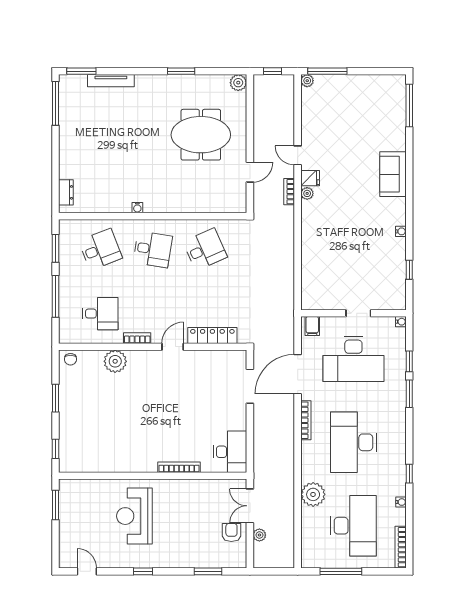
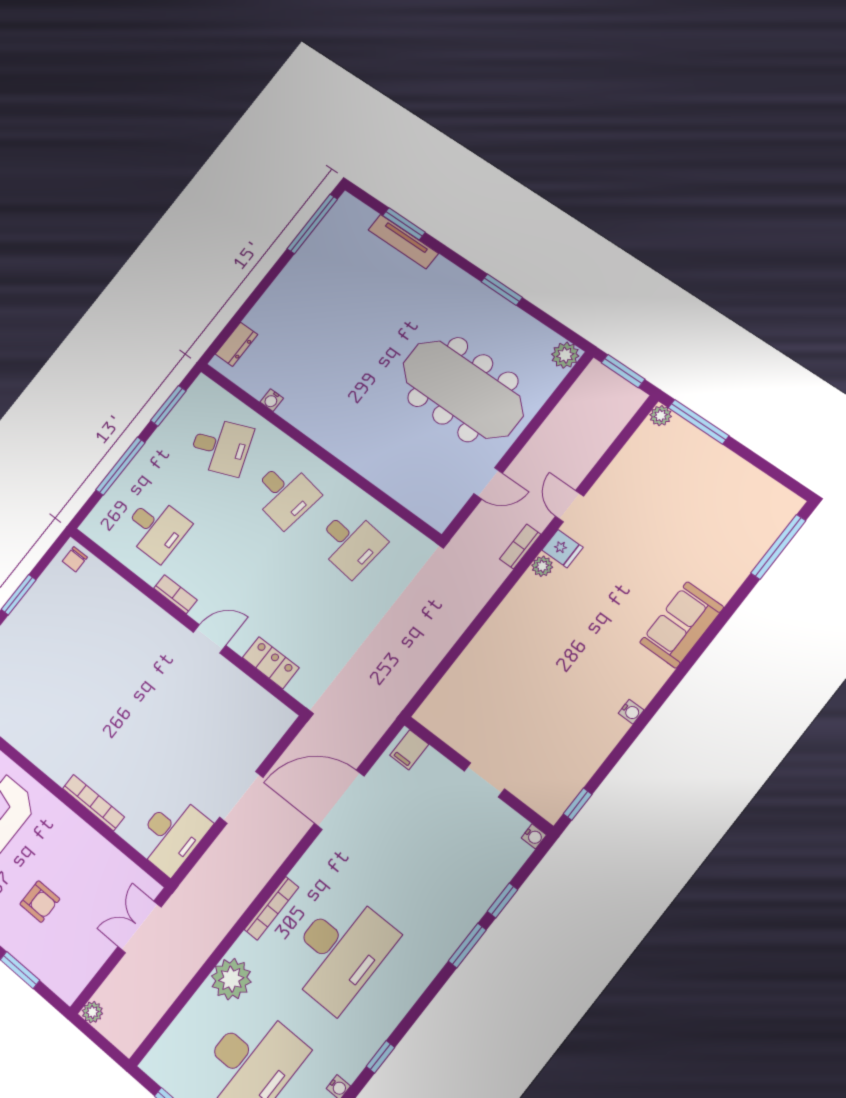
window: (81, 71) -> (404, 224), moved
window: (272, 71) -> (623, 371), width x1.50
meeting table: (201, 135) -> (463, 389), width x1.36
water cooler: (137, 208) -> (272, 400), moved
desk: (205, 249) -> (350, 543), turned 30
window: (409, 270) -> (578, 804), moved
locker: (212, 335) -> (271, 663), width x0.66
desk: (353, 359) -> (429, 837), removed
plant: (115, 361) -> (125, 603), removed
doorway: (250, 386) -> (241, 797), moved
bookcase: (306, 420) -> (271, 908), moved
desk: (353, 442) -> (340, 952), turned 180
armchair: (231, 532) -> (40, 902), moved, turned 90
plant: (259, 535) -> (92, 1012), moved

